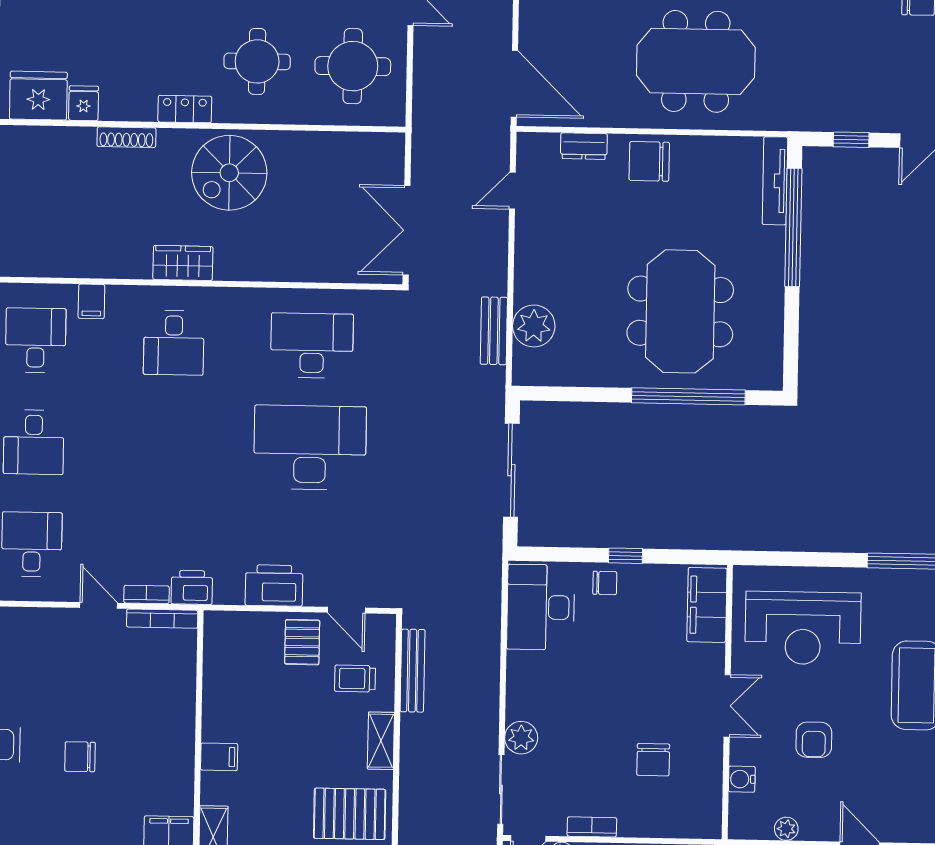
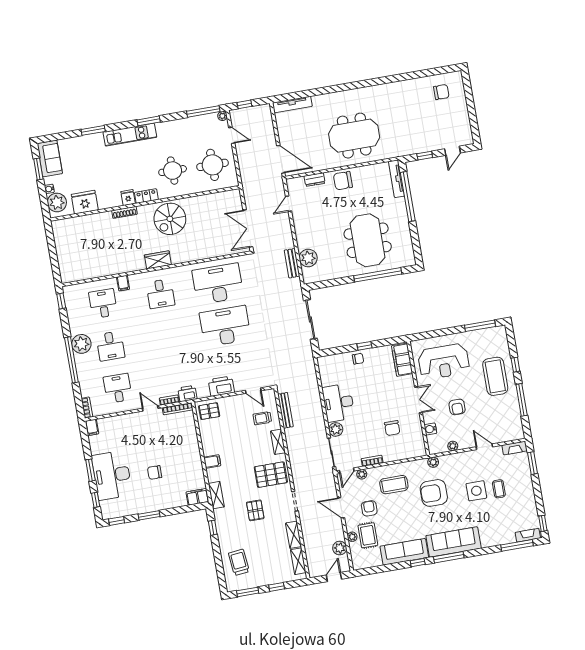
fridge: (84, 103) -> (128, 198), moved
desk: (312, 345) -> (218, 284), width x1.36, depth x1.30
desk: (541, 607) -> (338, 403), moved
pallet: (302, 642) -> (209, 411), moved, turned 90

